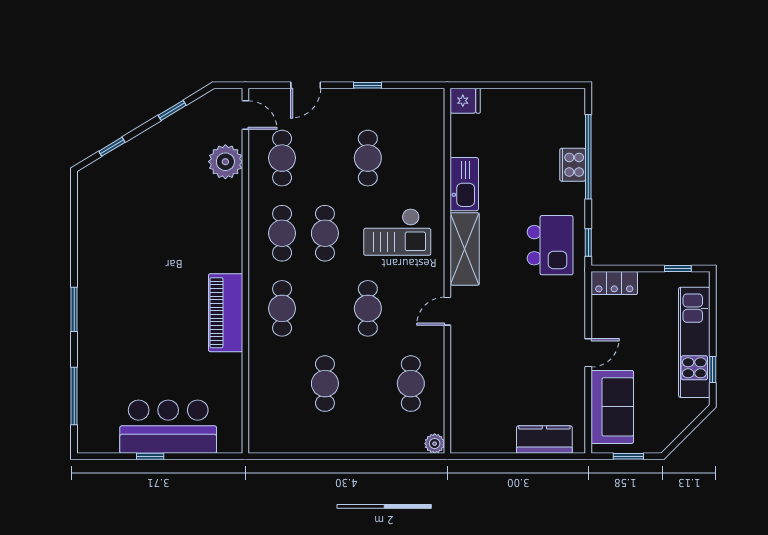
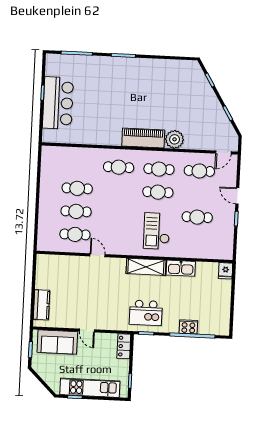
door: (306, 85) -> (237, 196), moved
plant: (225, 162) -> (175, 139), moved
cafe table: (368, 308) -> (76, 211), moved
door: (447, 311) -> (98, 255), moved
piano: (226, 313) -> (143, 138), moved
plant: (435, 444) -> (42, 246), removed

